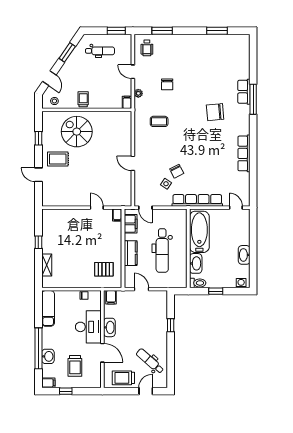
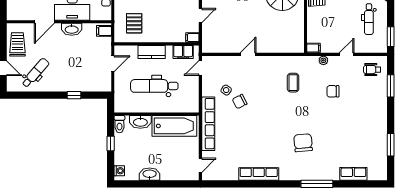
row of seats: (244, 92) -> (353, 174), moved

